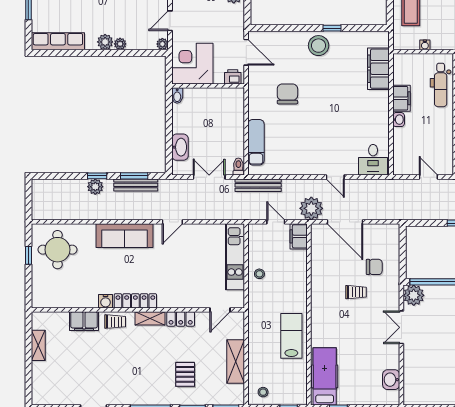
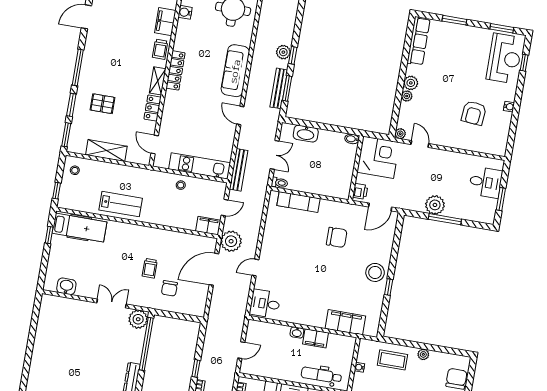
bench: (258, 185) -> (239, 170), moved
water cooler: (106, 301) -> (185, 12), moved

